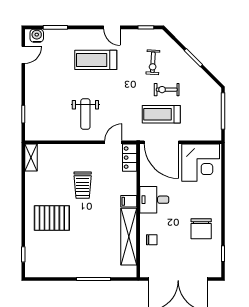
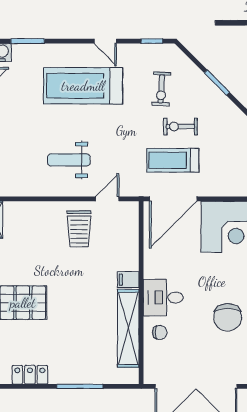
treadmill: (96, 60) -> (83, 86), width x1.37, depth x1.38
weight bench: (85, 114) -> (69, 160), turned 90
door: (161, 142) -> (173, 199), hinge flipped
locker: (130, 158) -> (30, 375), moved, turned 90
trolley: (83, 185) -> (79, 229), moved
desk: (154, 200) -> (163, 298), moved

